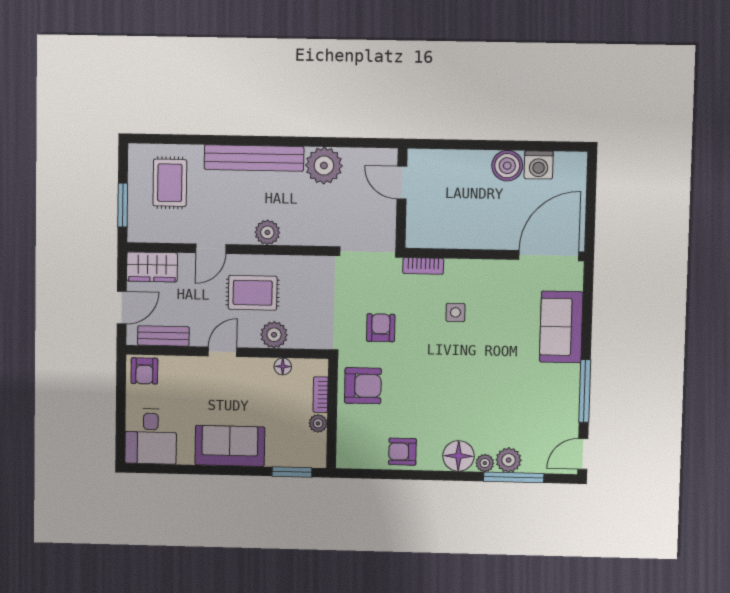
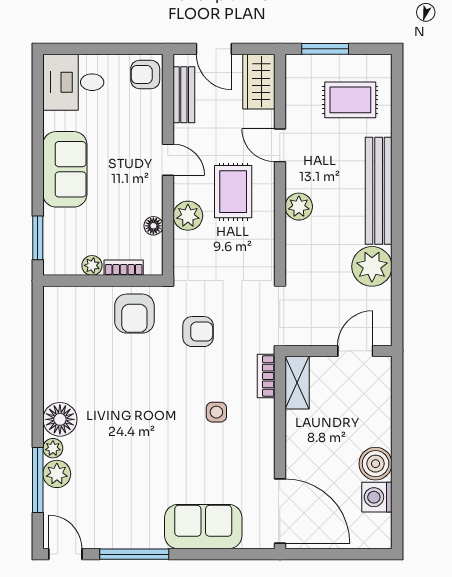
shelving: (430, 237) -> (297, 383), added
armchair: (402, 452) -> (63, 358), removed

